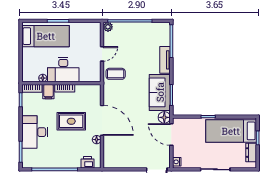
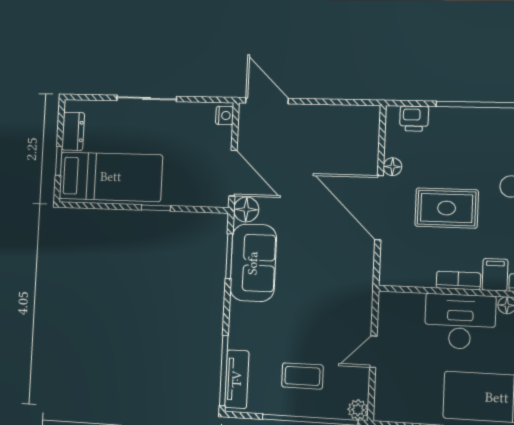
tv unit: (165, 60) -> (237, 379), moved
coffee table: (116, 74) -> (302, 376), moved

